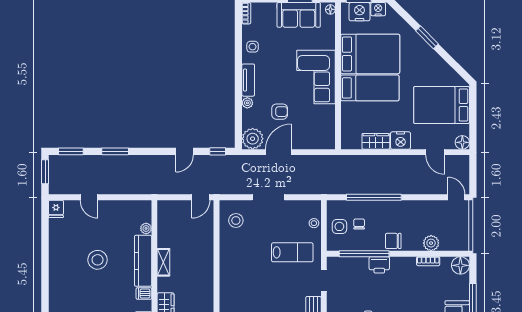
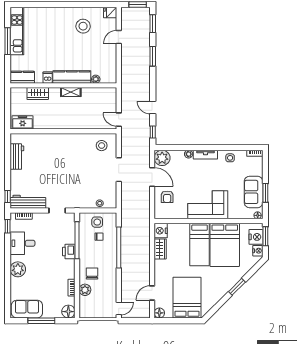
armchair: (280, 112) -> (167, 197), moved
nightstand: (401, 141) -> (161, 231), moved
chair: (393, 241) -> (92, 274), moved
lab bench: (292, 252) -> (78, 187), removed
stool: (98, 260) -> (83, 26), moved

